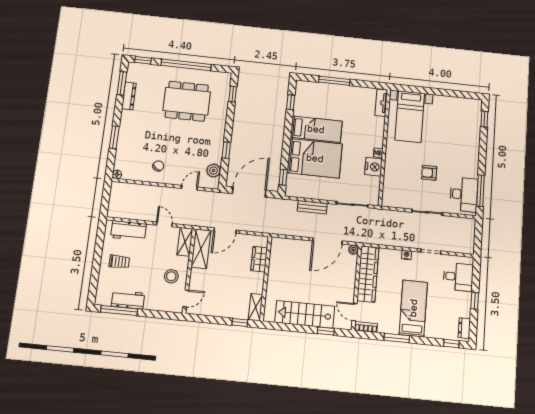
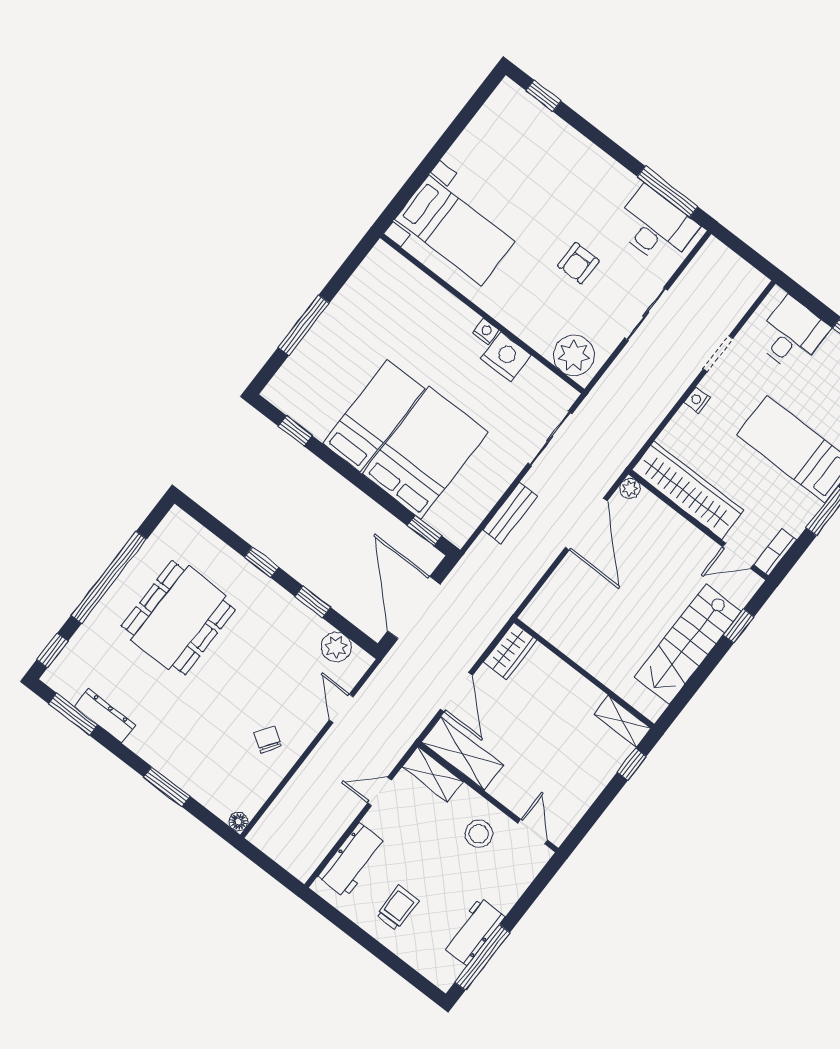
window: (233, 94) -> (261, 562), moved
tv unit: (381, 103) -> (397, 266), removed
plant: (392, 194) -> (574, 355), added
wardrobe: (259, 259) -> (510, 651), moved, turned -90

